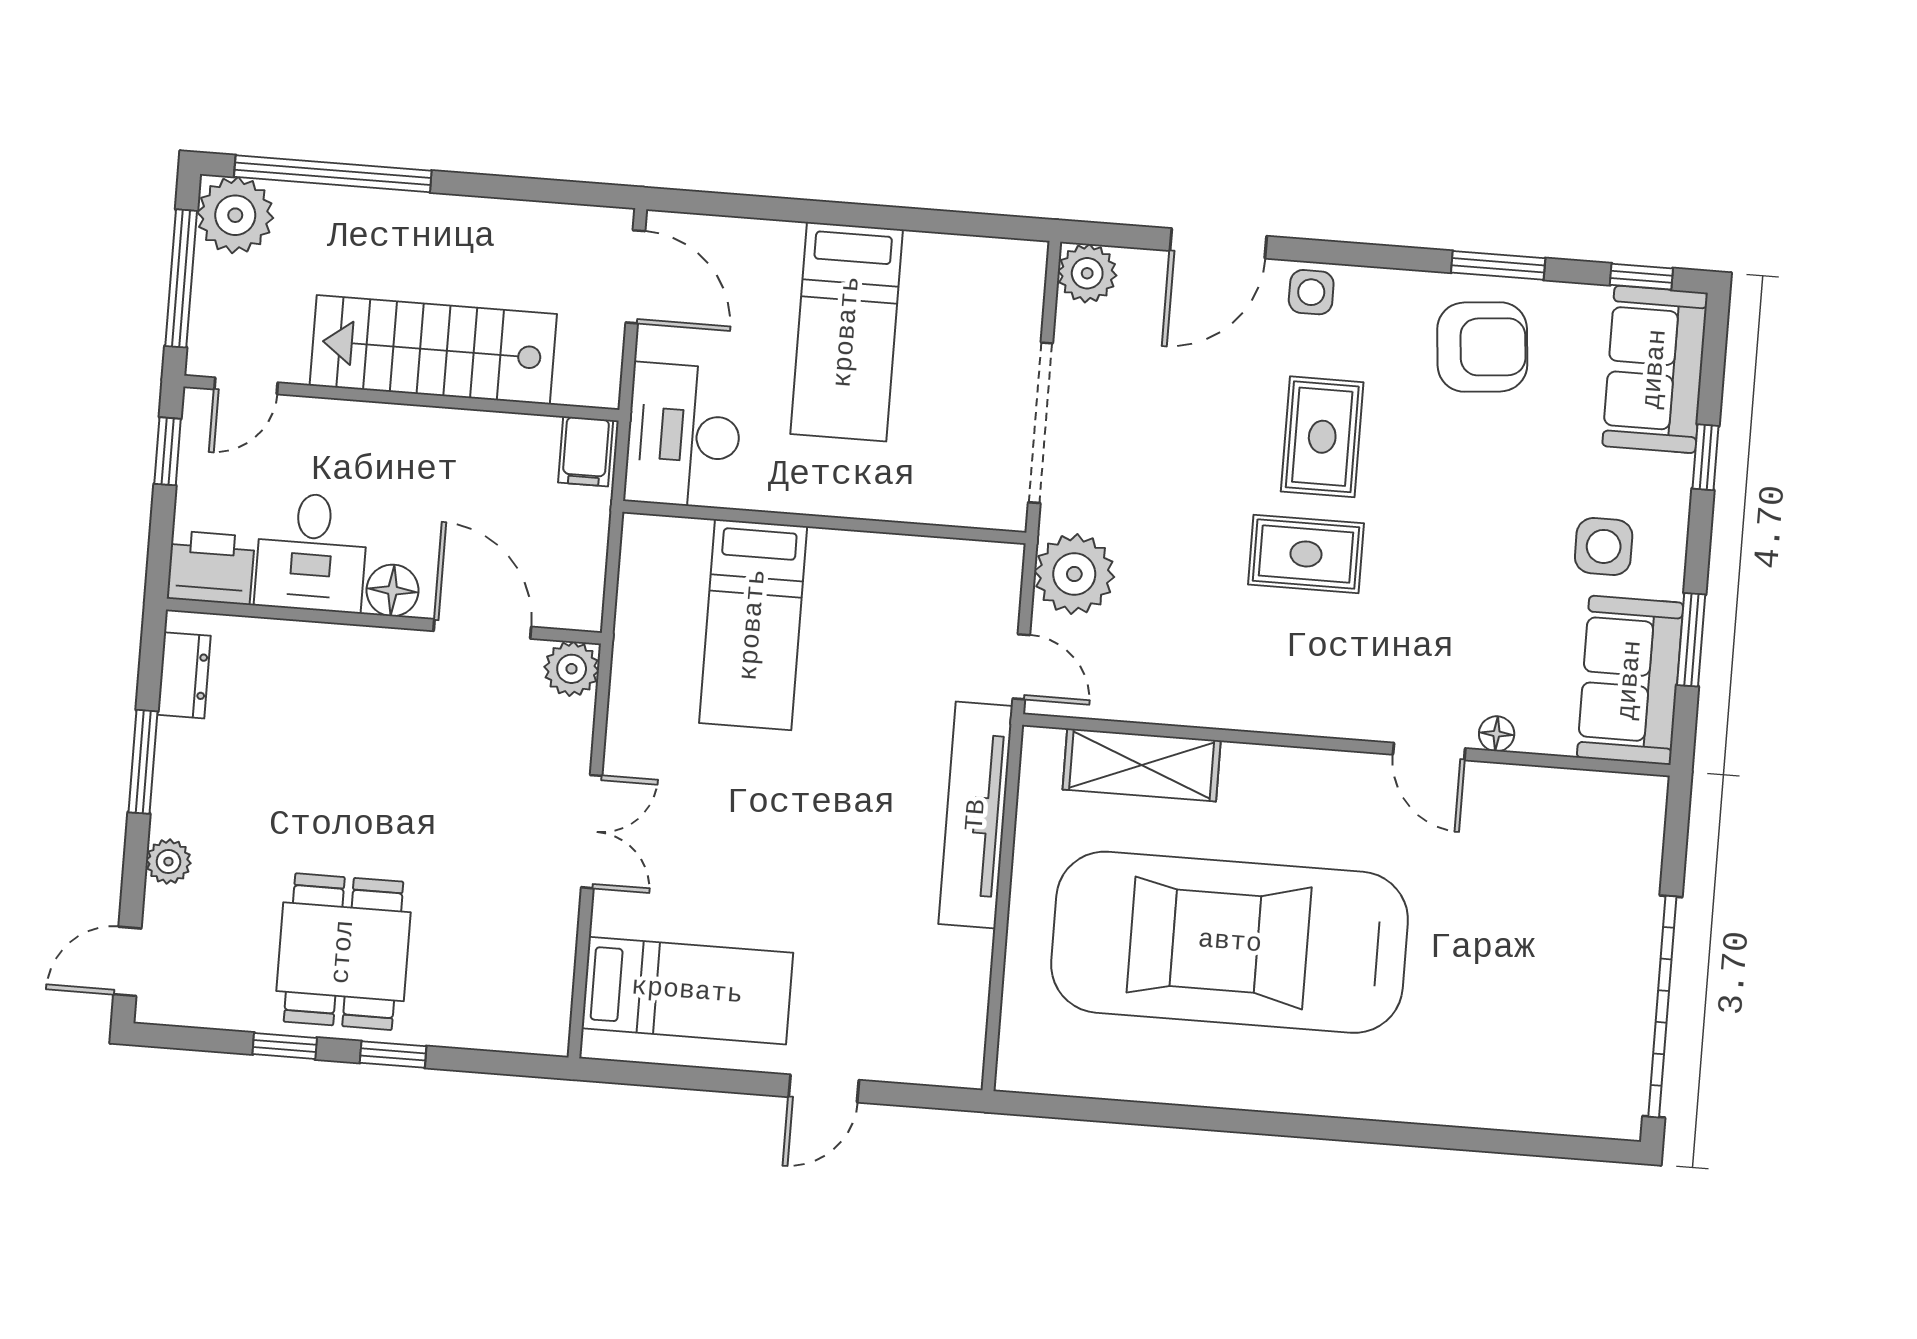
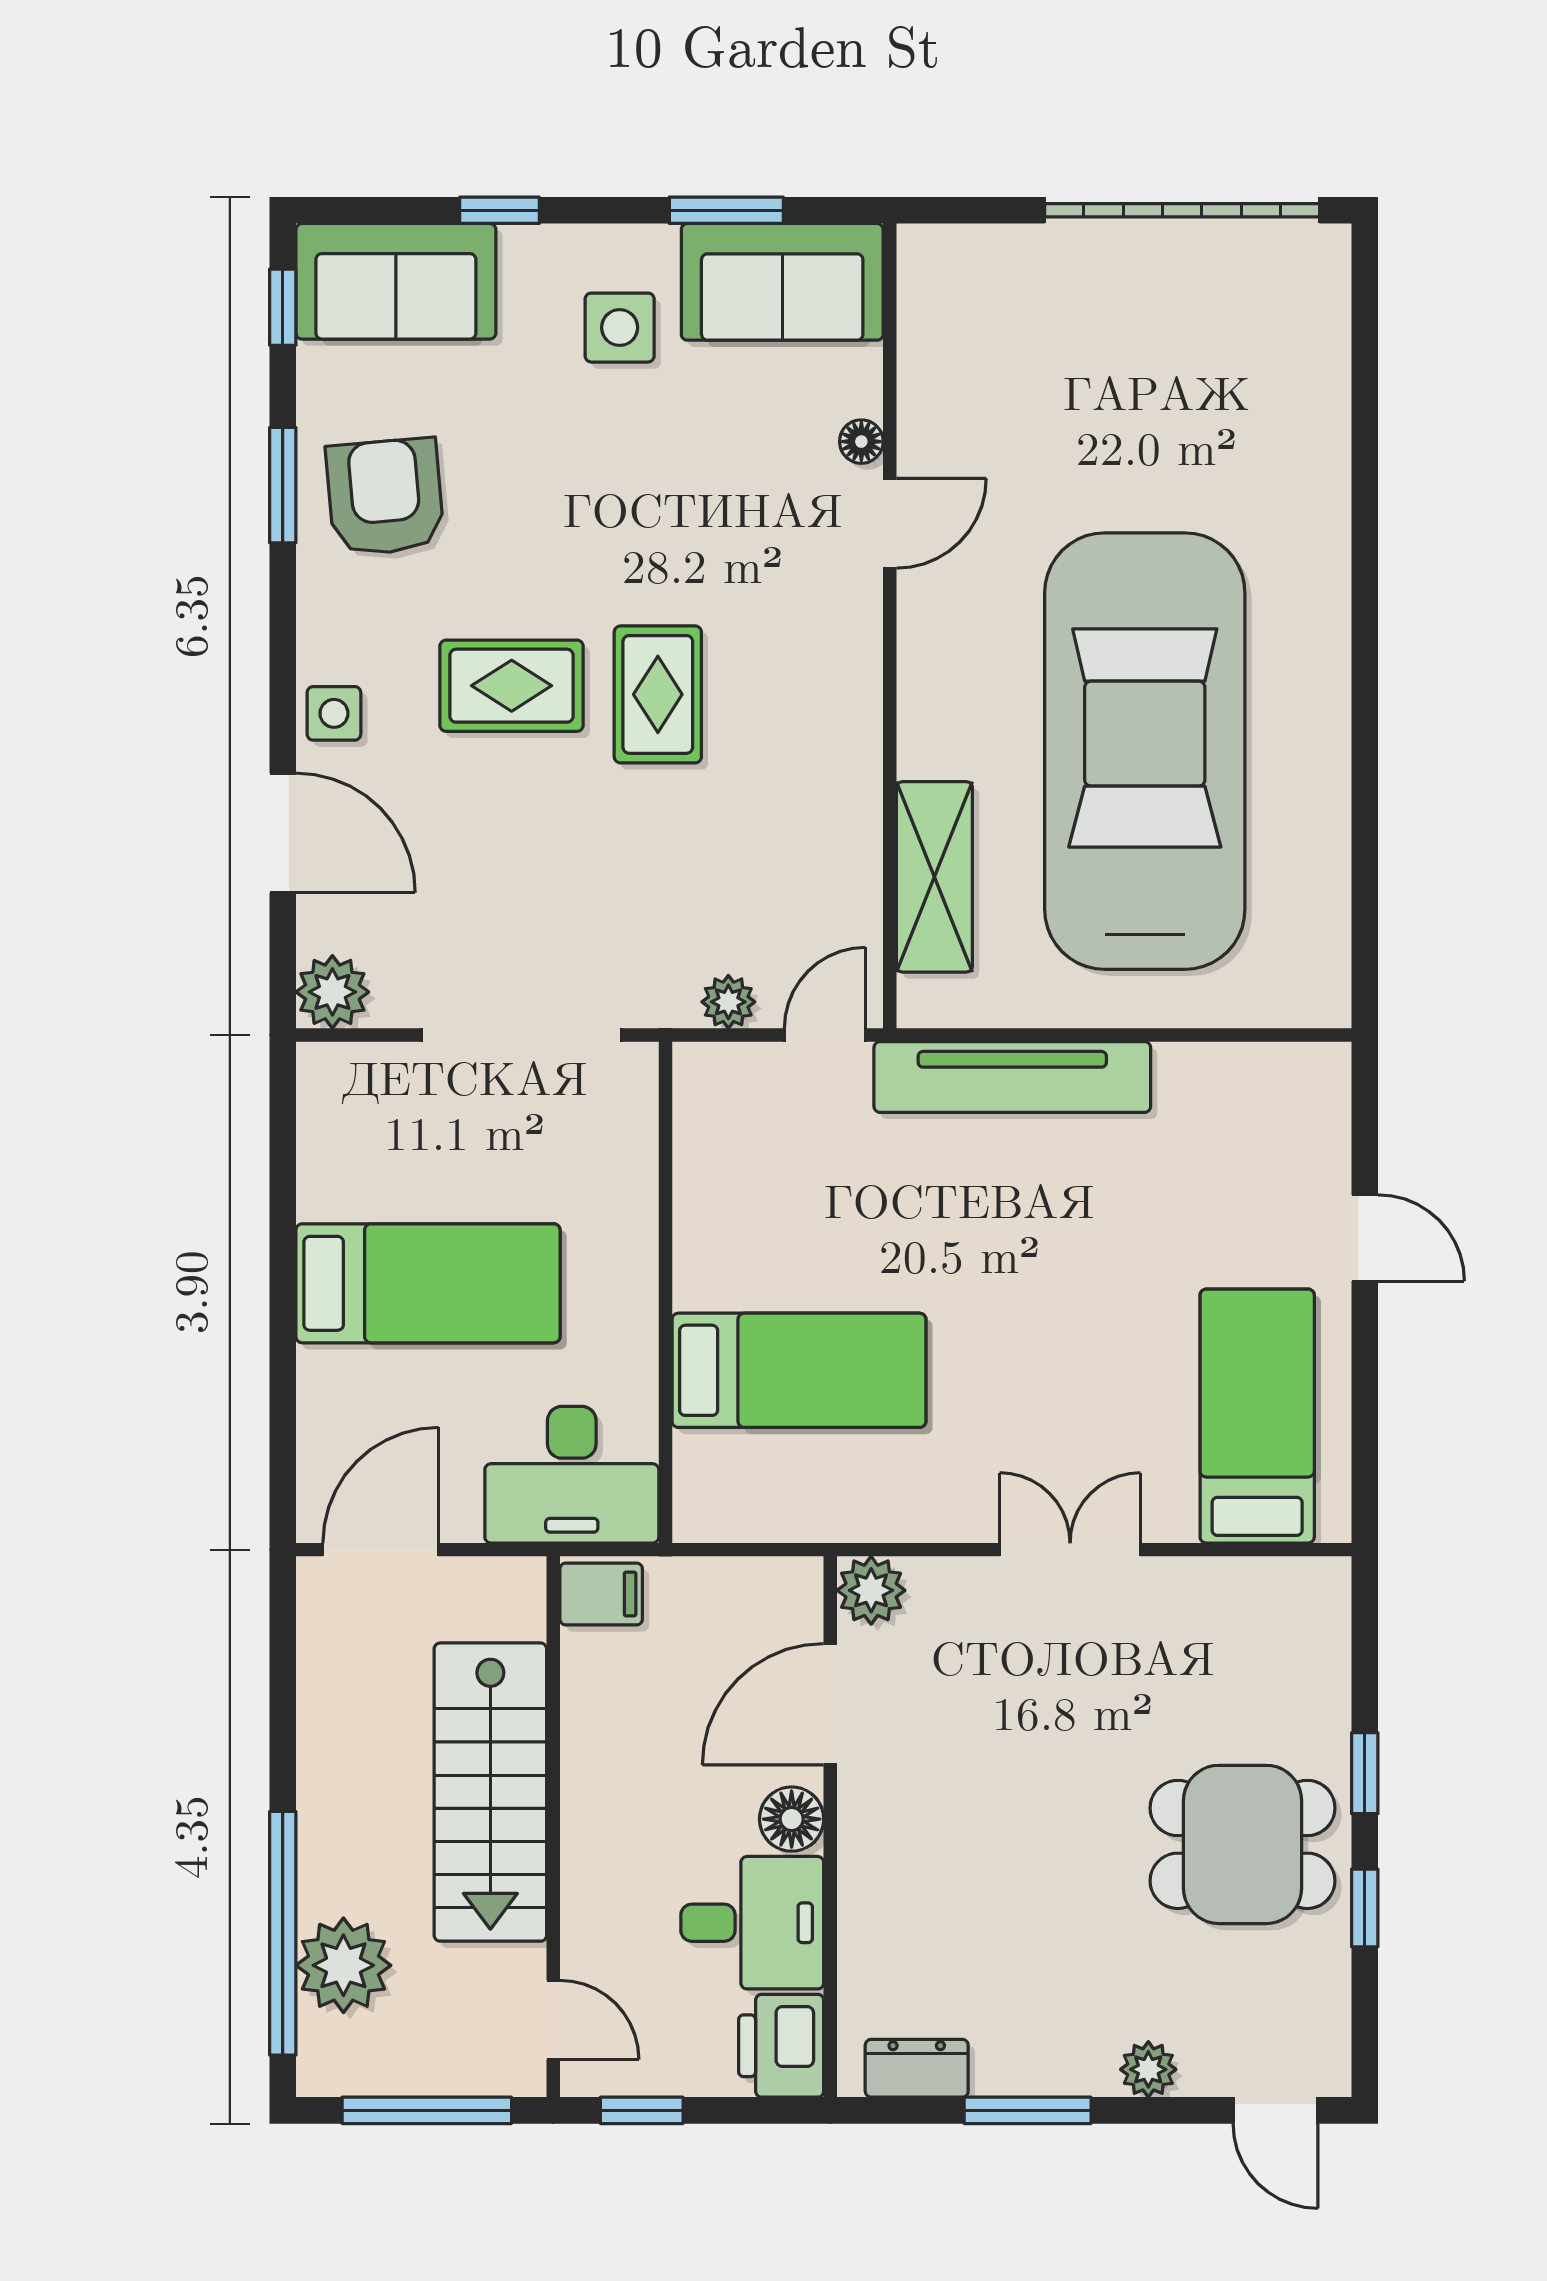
plant: (235, 215) -> (343, 1965), moved
plant: (1074, 574) -> (728, 1002), width x0.53, depth x0.53
car: (1230, 942) -> (1145, 751), turned 180

